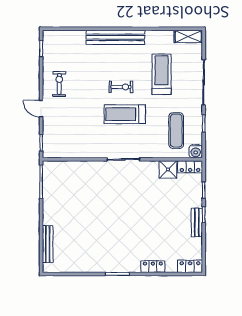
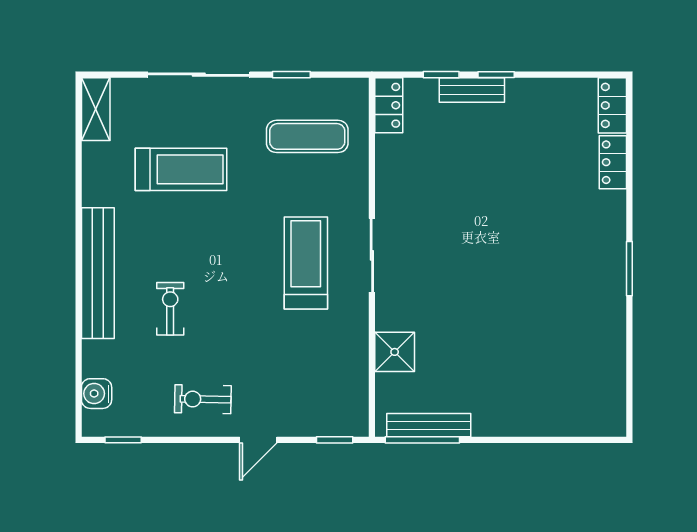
treadmill: (162, 74) -> (181, 169), turned 180
exercise bike: (121, 87) -> (170, 309), moved
treadmill: (125, 114) -> (306, 263), moved, turned 180
water cooler: (196, 151) -> (97, 394), moved, turned 180
shower: (168, 169) -> (395, 352), moved
bench: (197, 222) -> (472, 90), moved
bench: (48, 244) -> (429, 425), moved
locker: (153, 267) -> (613, 162), moved

